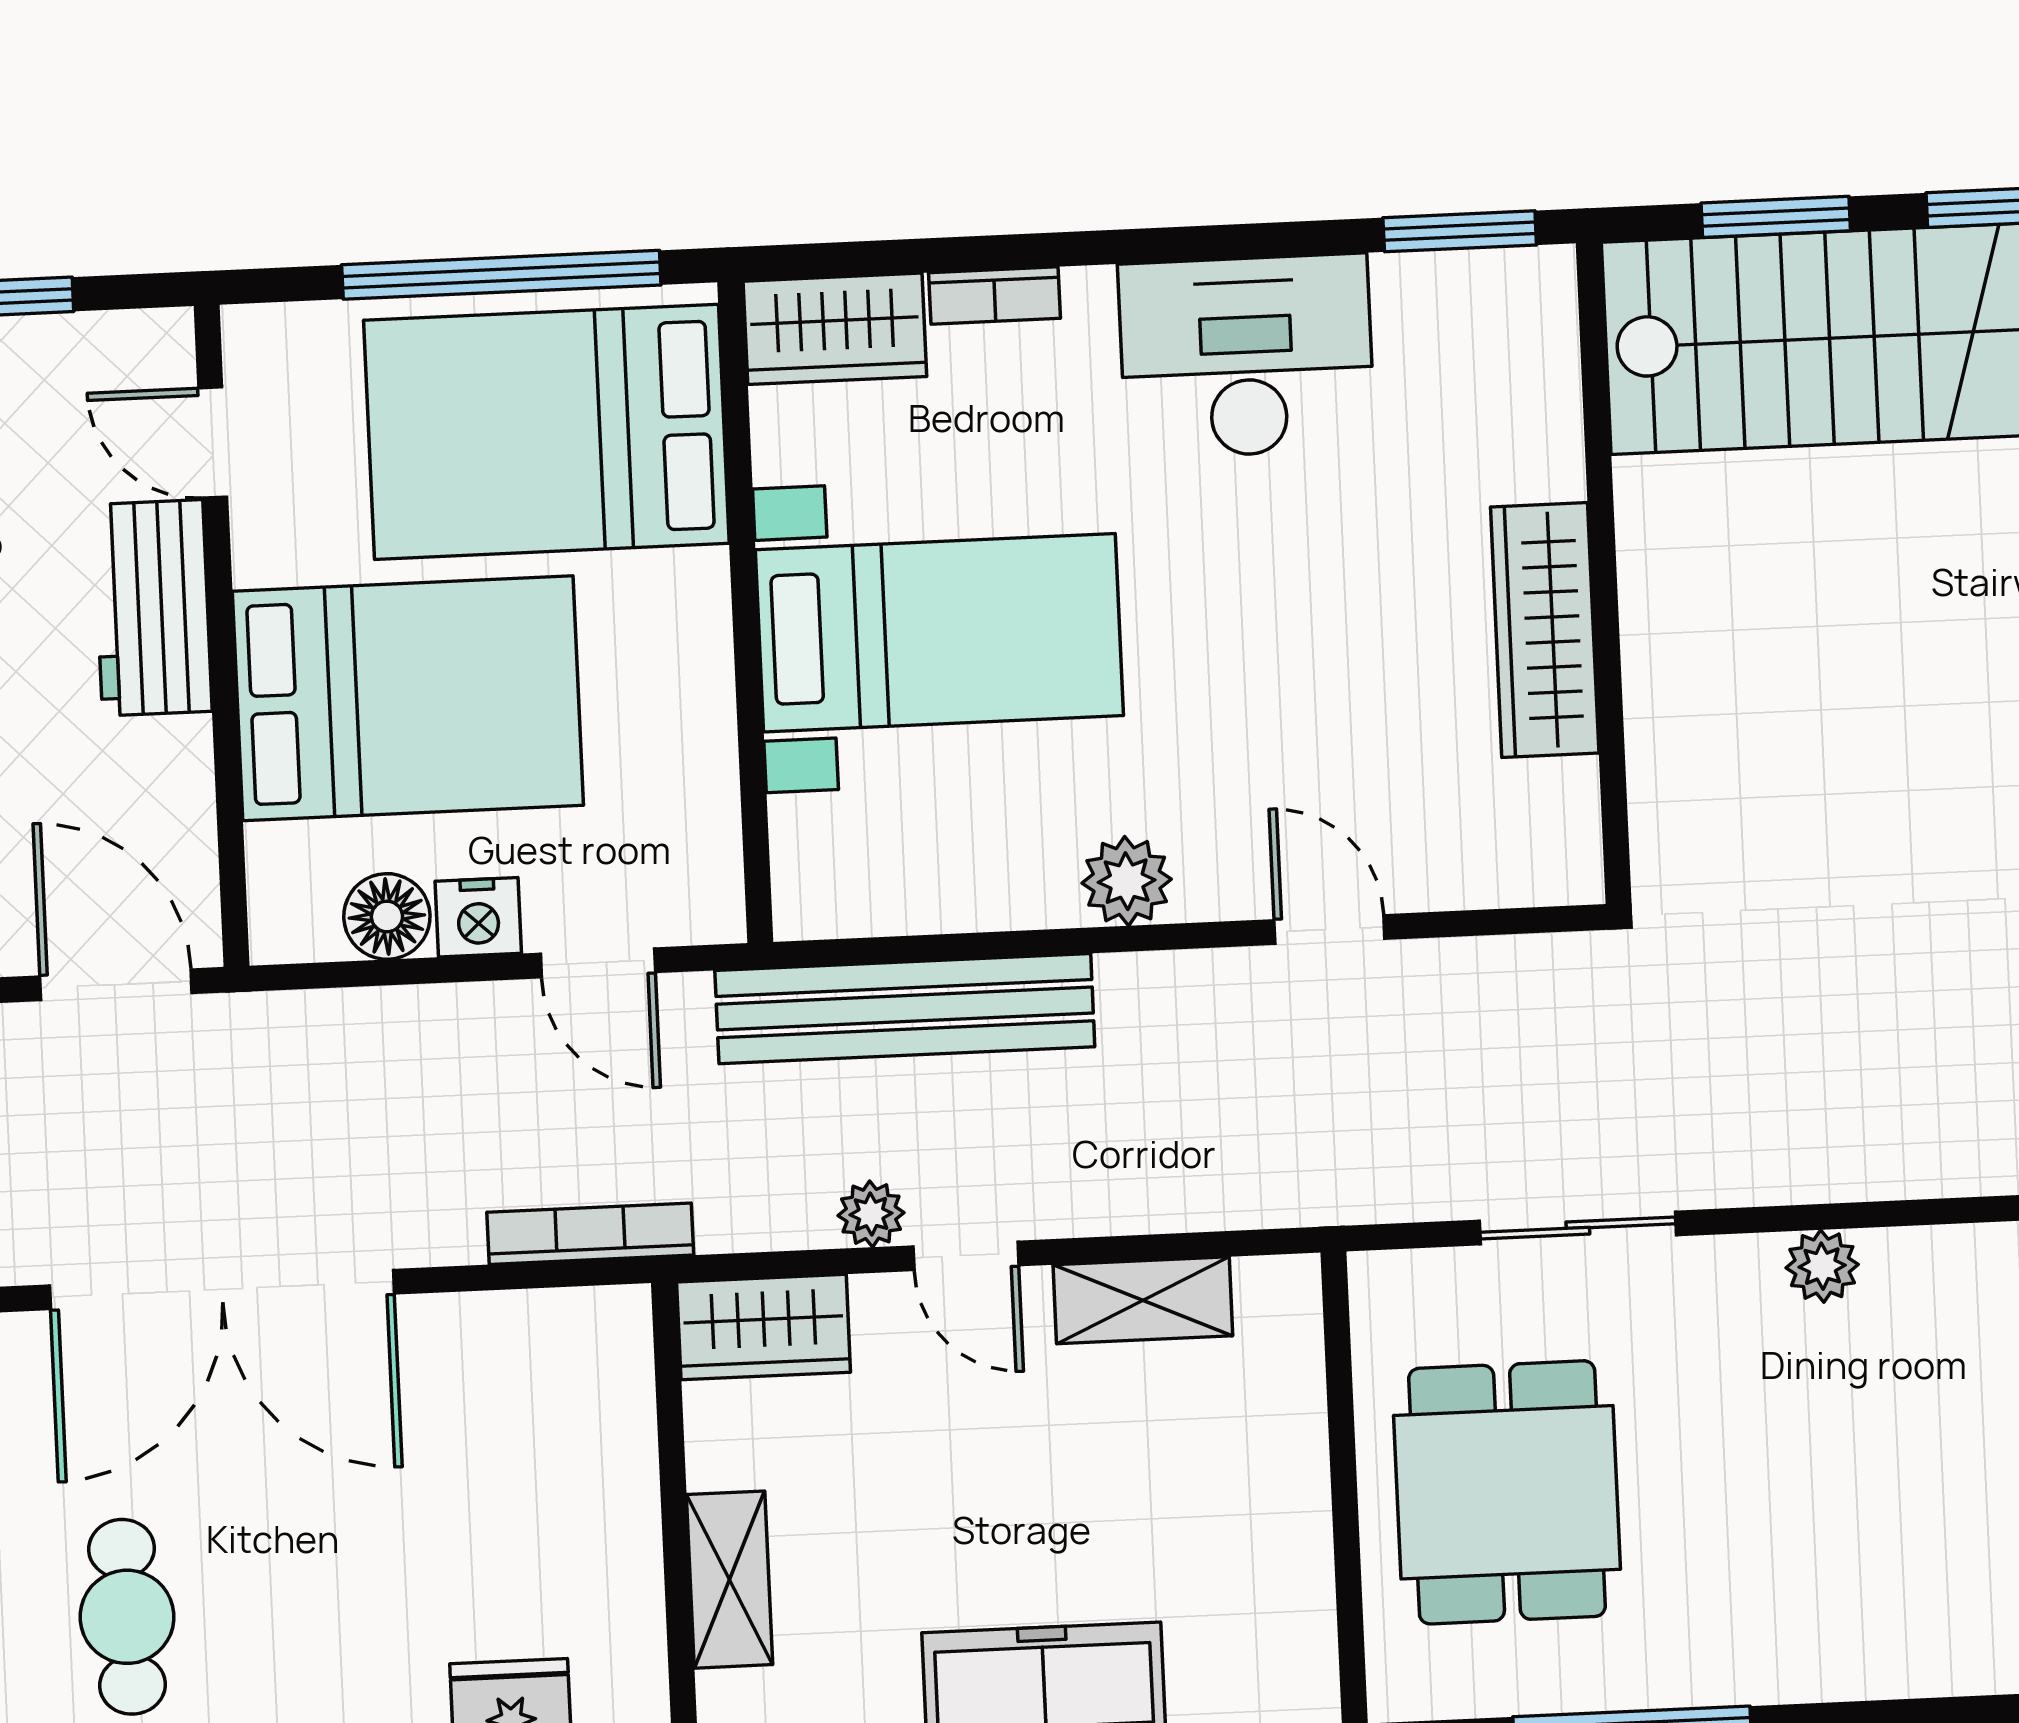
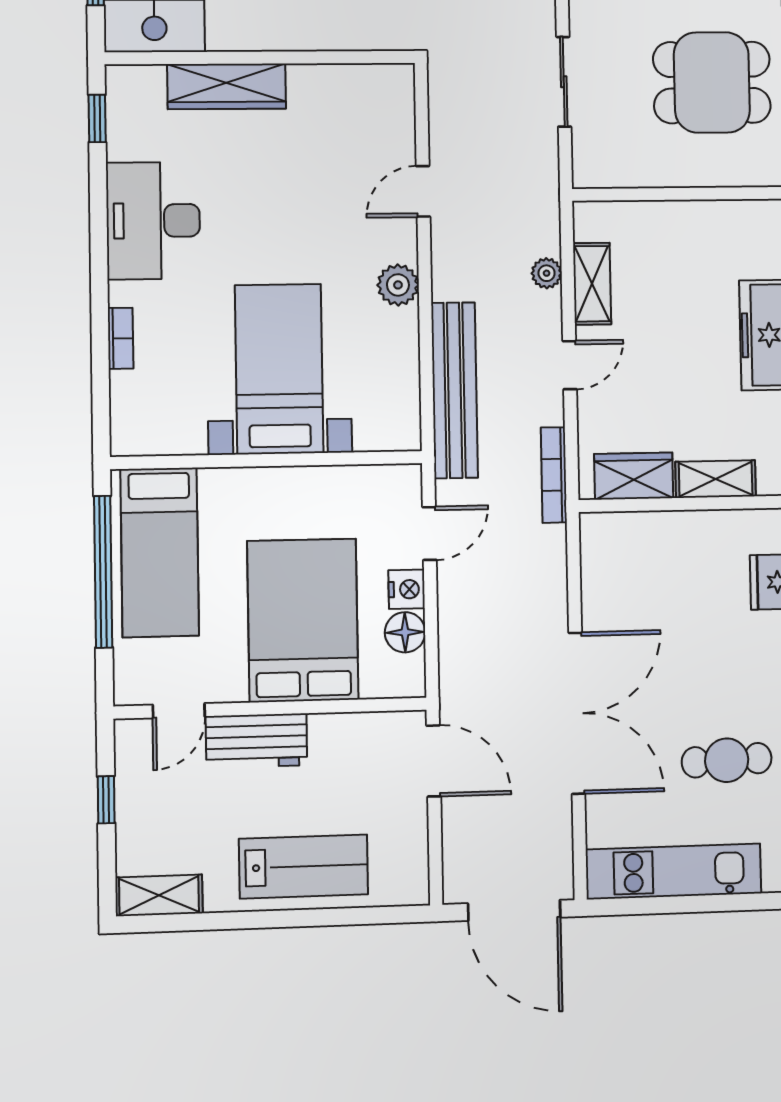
window: (1460, 231) -> (97, 119), width x0.67
wardrobe: (835, 329) -> (134, 414), removed
bed: (546, 432) -> (160, 552), width x0.67
wardrobe: (1545, 630) -> (227, 86), moved
door: (116, 985) -> (434, 761), swing flipped
plant: (871, 1214) -> (547, 273), moved
bookcase: (590, 1234) -> (554, 475), moved
wardrobe: (764, 1327) -> (634, 476), moved, turned -90
dining table: (1507, 1492) -> (712, 83), moved

